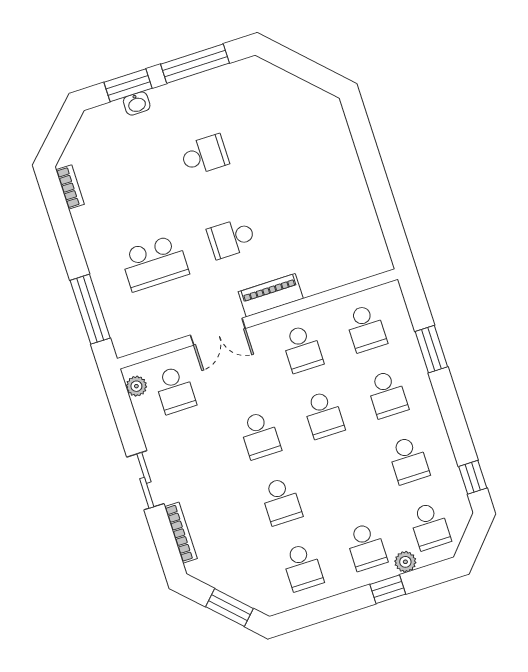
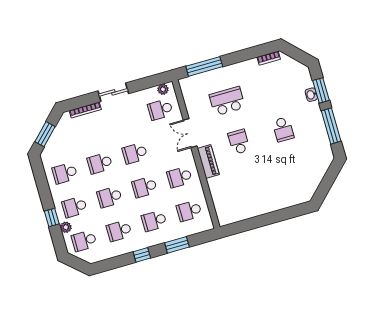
school desk: (155, 263) -> (227, 101), turned 90
window: (473, 477) -> (142, 255), moved
school desk: (345, 481) -> (109, 197), added

